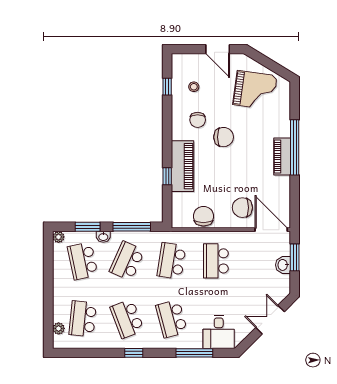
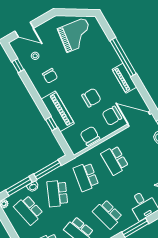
door: (218, 49) -> (24, 30), moved
chair: (224, 137) -> (91, 98), moved
piano: (282, 157) -> (124, 78), moved
window: (88, 227) -> (19, 186), width x1.44

